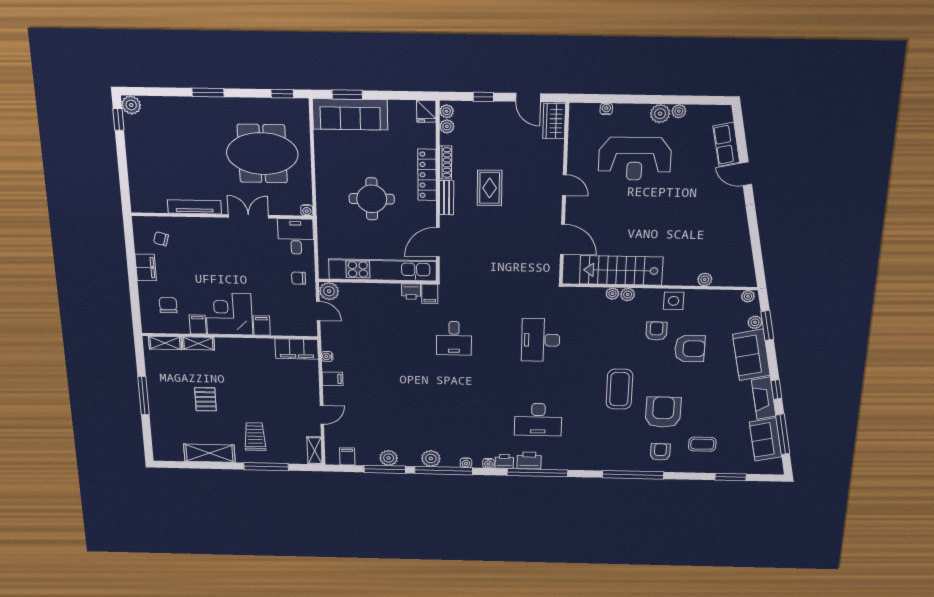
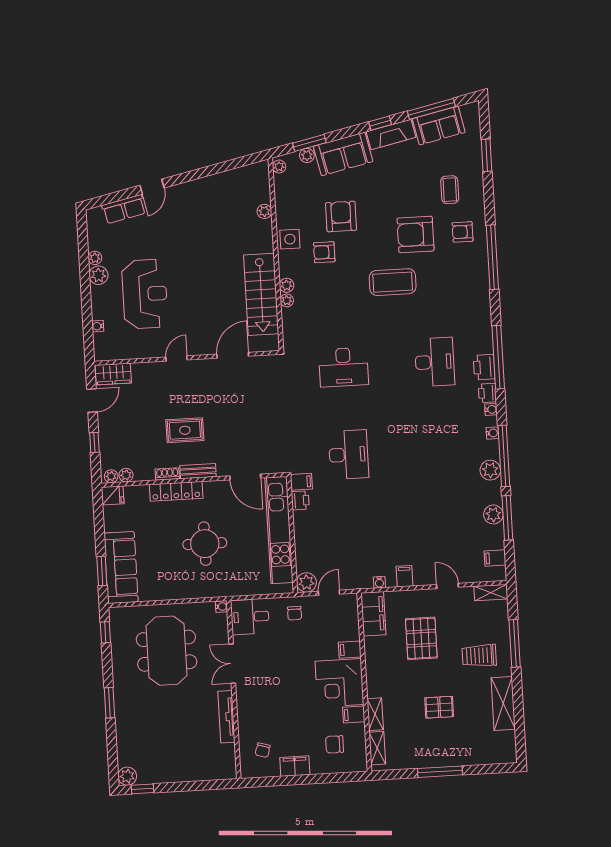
shoe rack: (446, 163) -> (167, 474), width x0.70
desk: (454, 338) -> (349, 455), width x1.37
pallet: (272, 389) -> (421, 638), added

